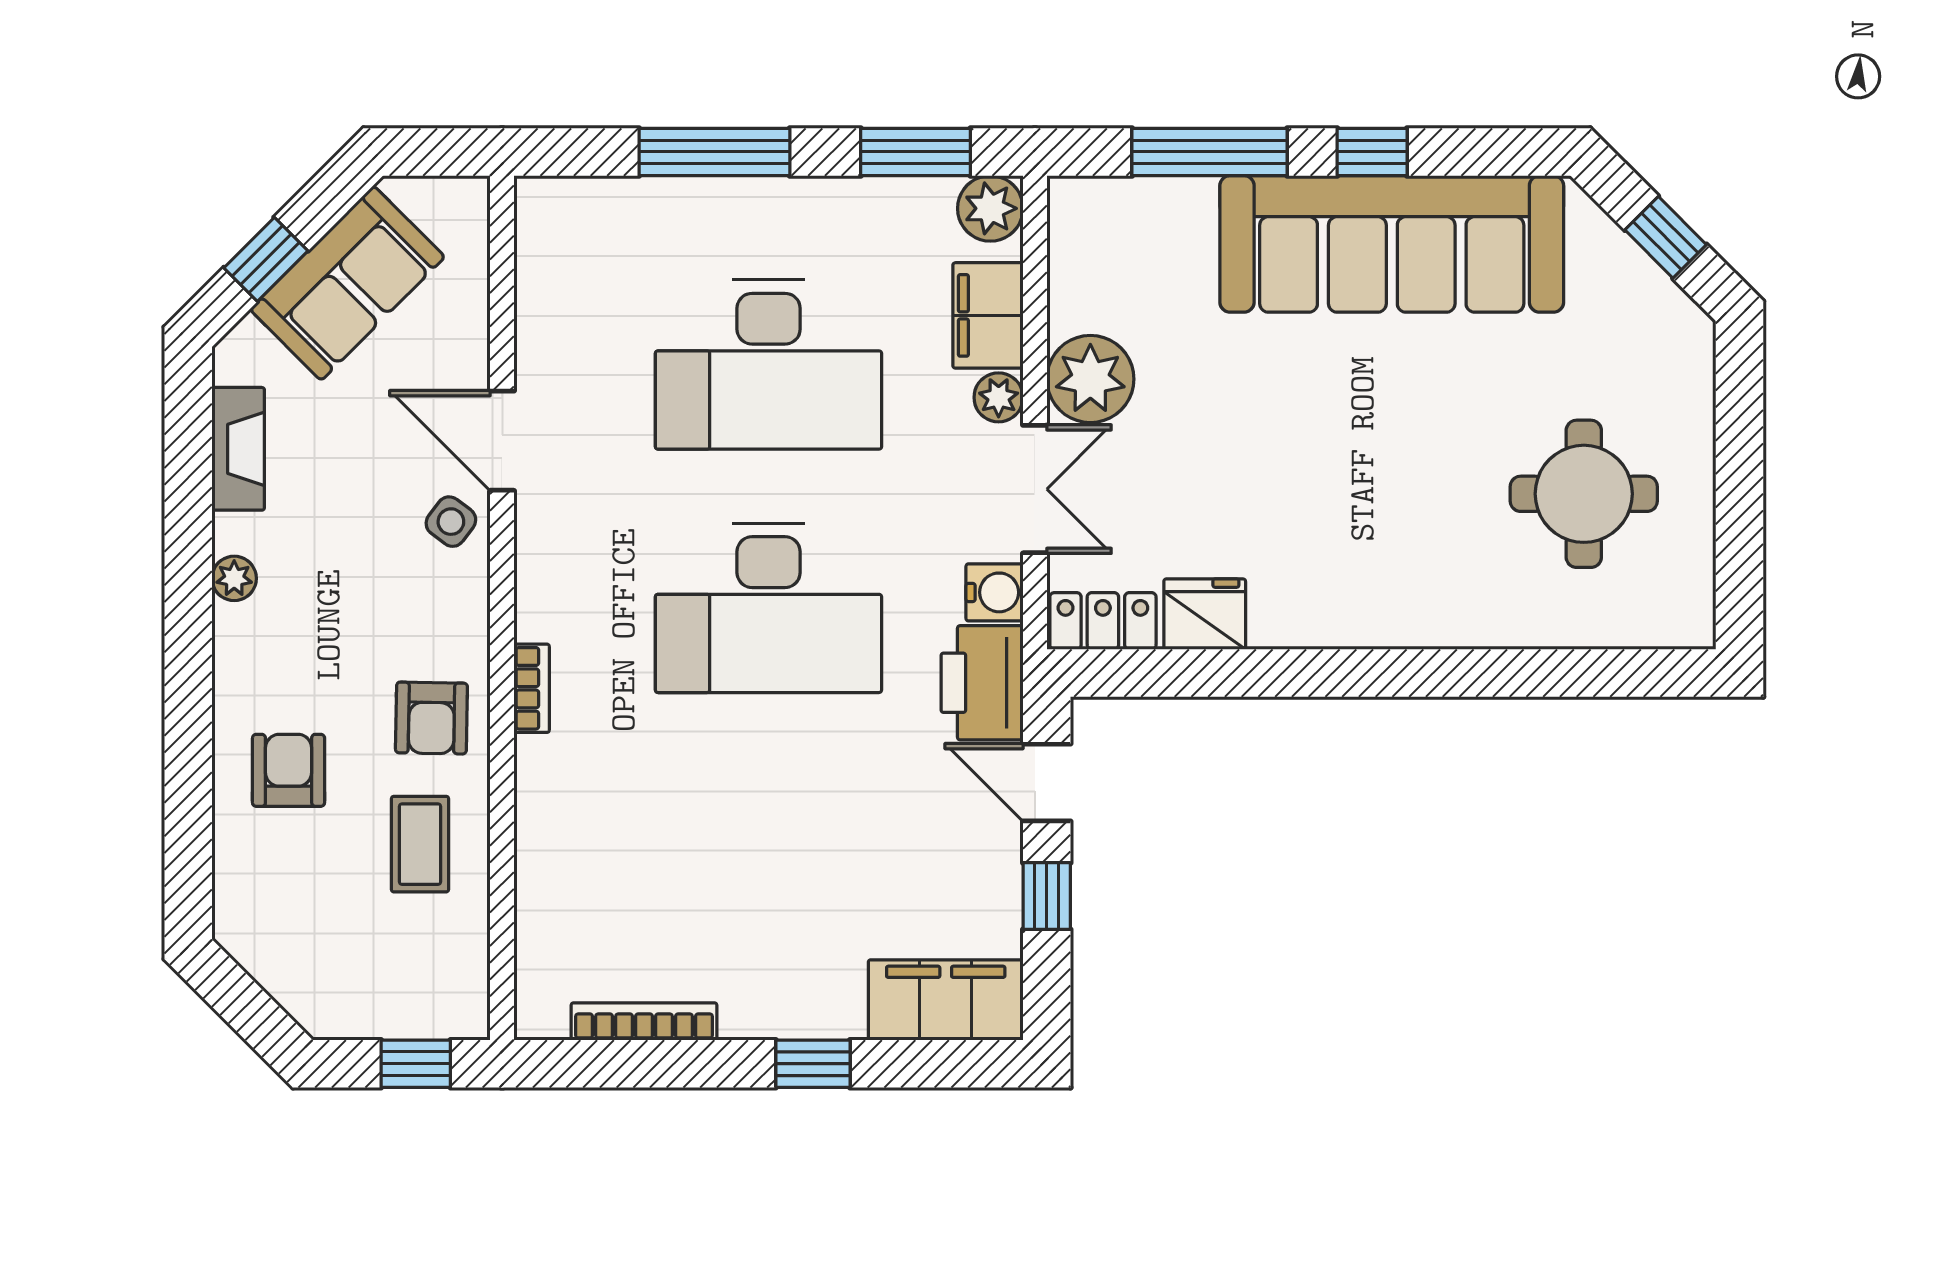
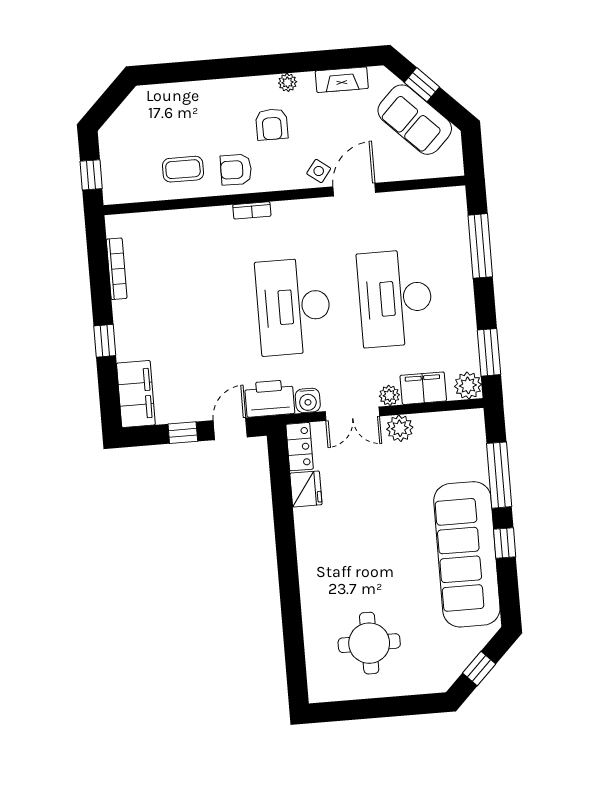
window: (714, 152) -> (480, 246), moved
plant: (1090, 379) -> (400, 428), width x0.73, depth x0.73
armchair: (289, 770) -> (272, 124), moved, turned 90

